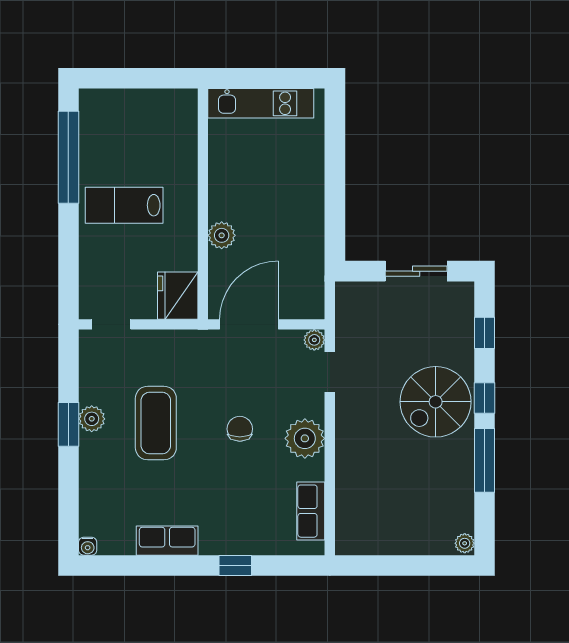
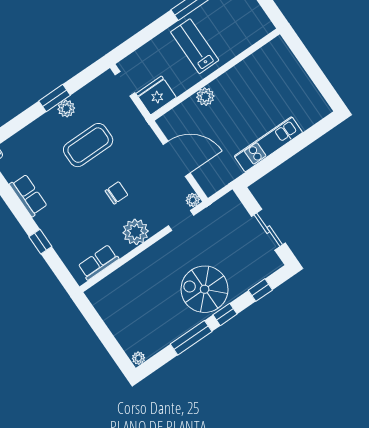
kitchen unit: (261, 103) -> (268, 144), moved, turned 90
wall: (203, 204) -> (215, 75), moved
plant: (222, 235) -> (205, 97), moved
fridge: (178, 296) -> (156, 95), moved

